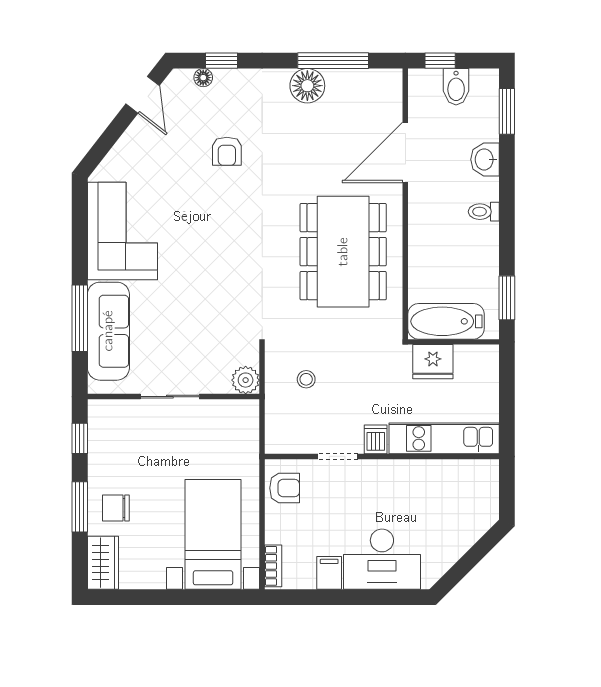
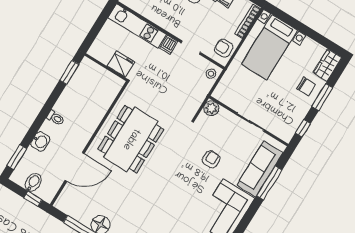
armchair: (227, 151) -> (211, 159), moved
bathtub: (446, 321) -> (104, 79), removed
stool: (306, 379) -> (211, 74), moved
bookcase: (273, 566) -> (248, 21), width x1.56

